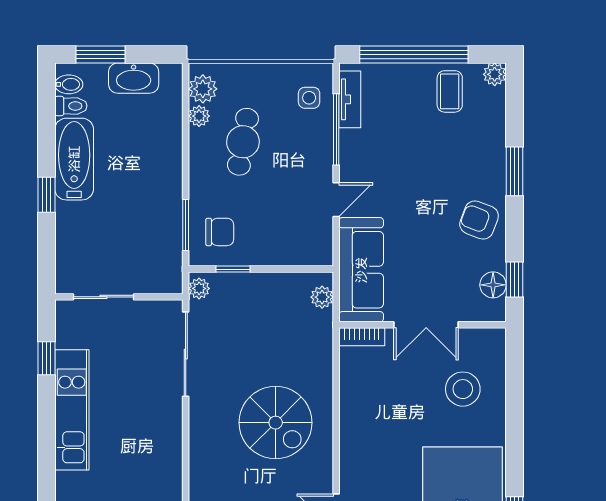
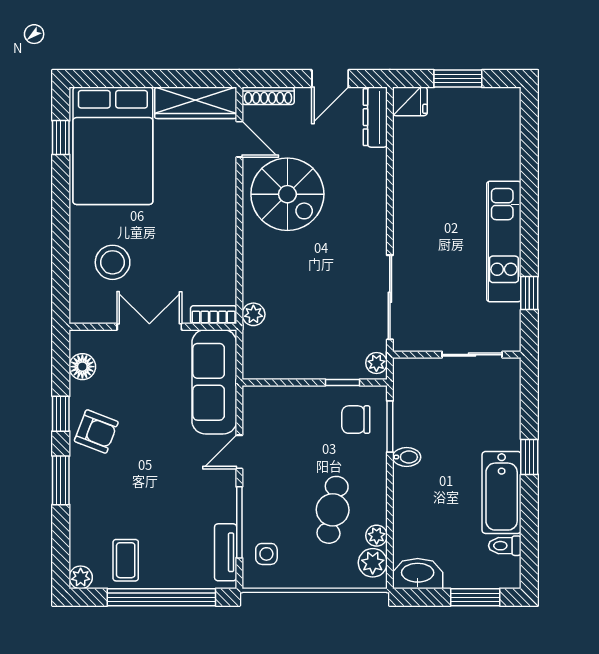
washbasin: (134, 78) -> (418, 574), moved
bidet: (69, 84) -> (407, 457), moved, turned 180
window: (514, 279) -> (61, 414), moved
plant: (322, 297) -> (253, 314), moved
spiral stairs: (276, 423) -> (287, 194), moved, turned 180

